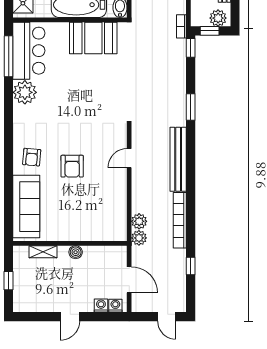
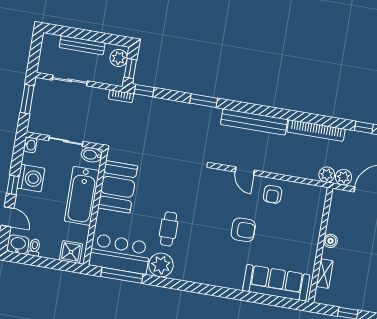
cafe table: (61, 94) -> (169, 229), added
armchair: (32, 157) -> (273, 194), moved, turned 85
plant: (139, 221) -> (343, 177), moved

